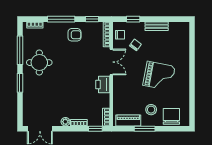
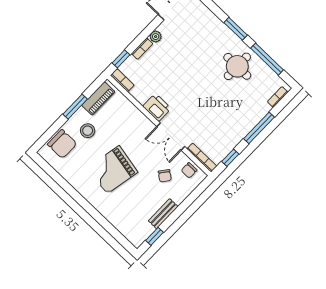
window: (133, 19) -> (154, 236), moved
armchair: (74, 35) -> (231, 126), removed

